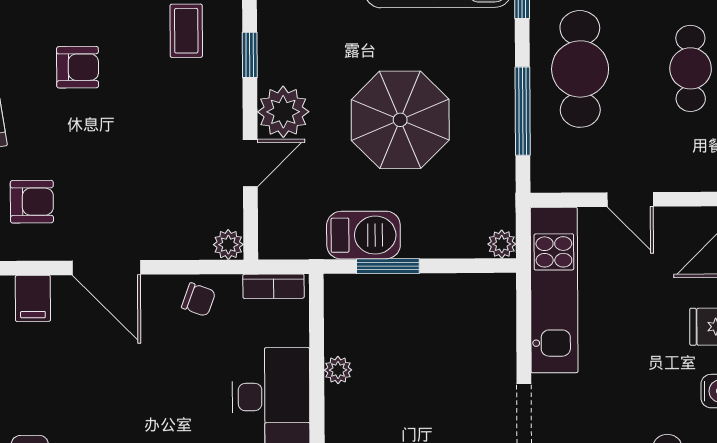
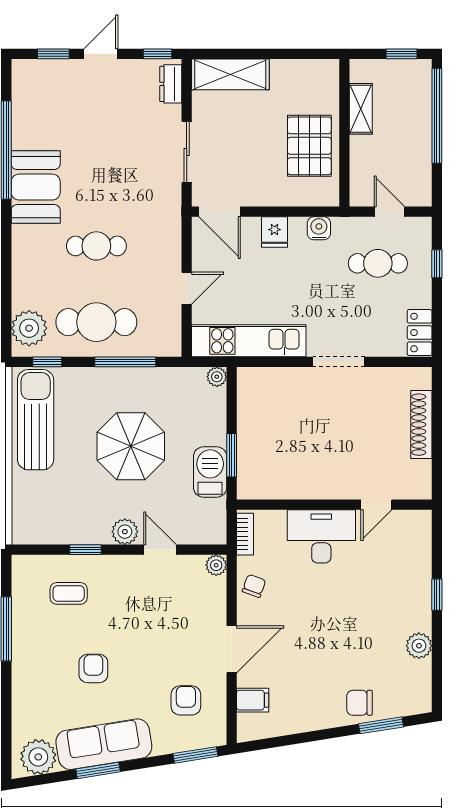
plant: (283, 112) -> (125, 532), width x0.73, depth x0.73
plant: (338, 370) -> (303, 490), removed

